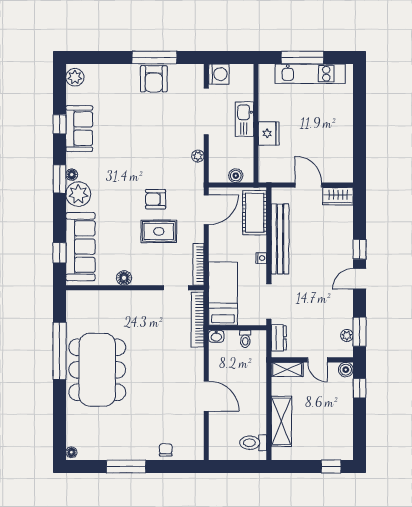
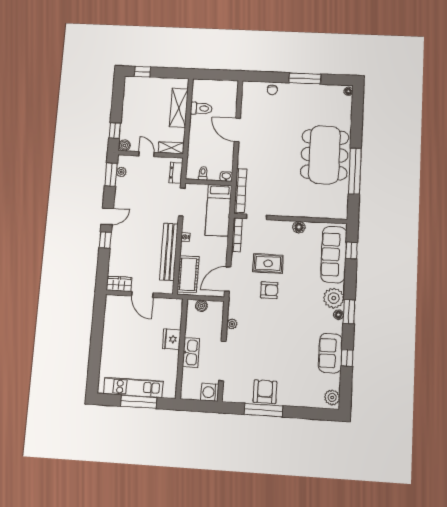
toilet: (253, 443) -> (201, 108), moved

